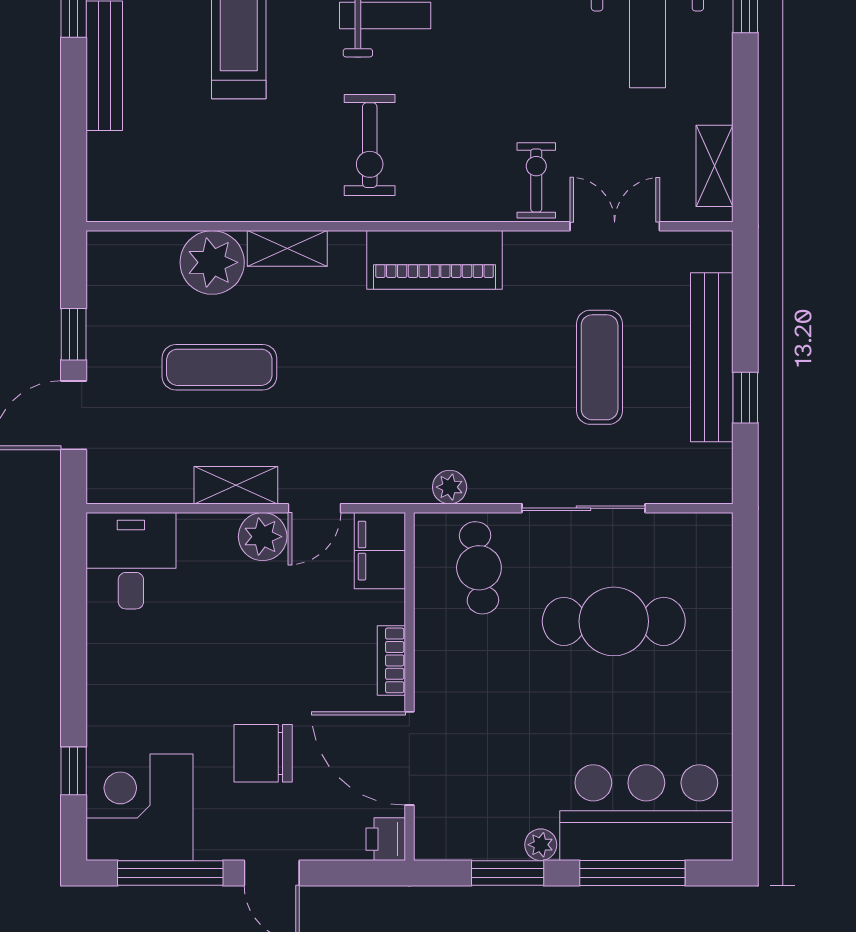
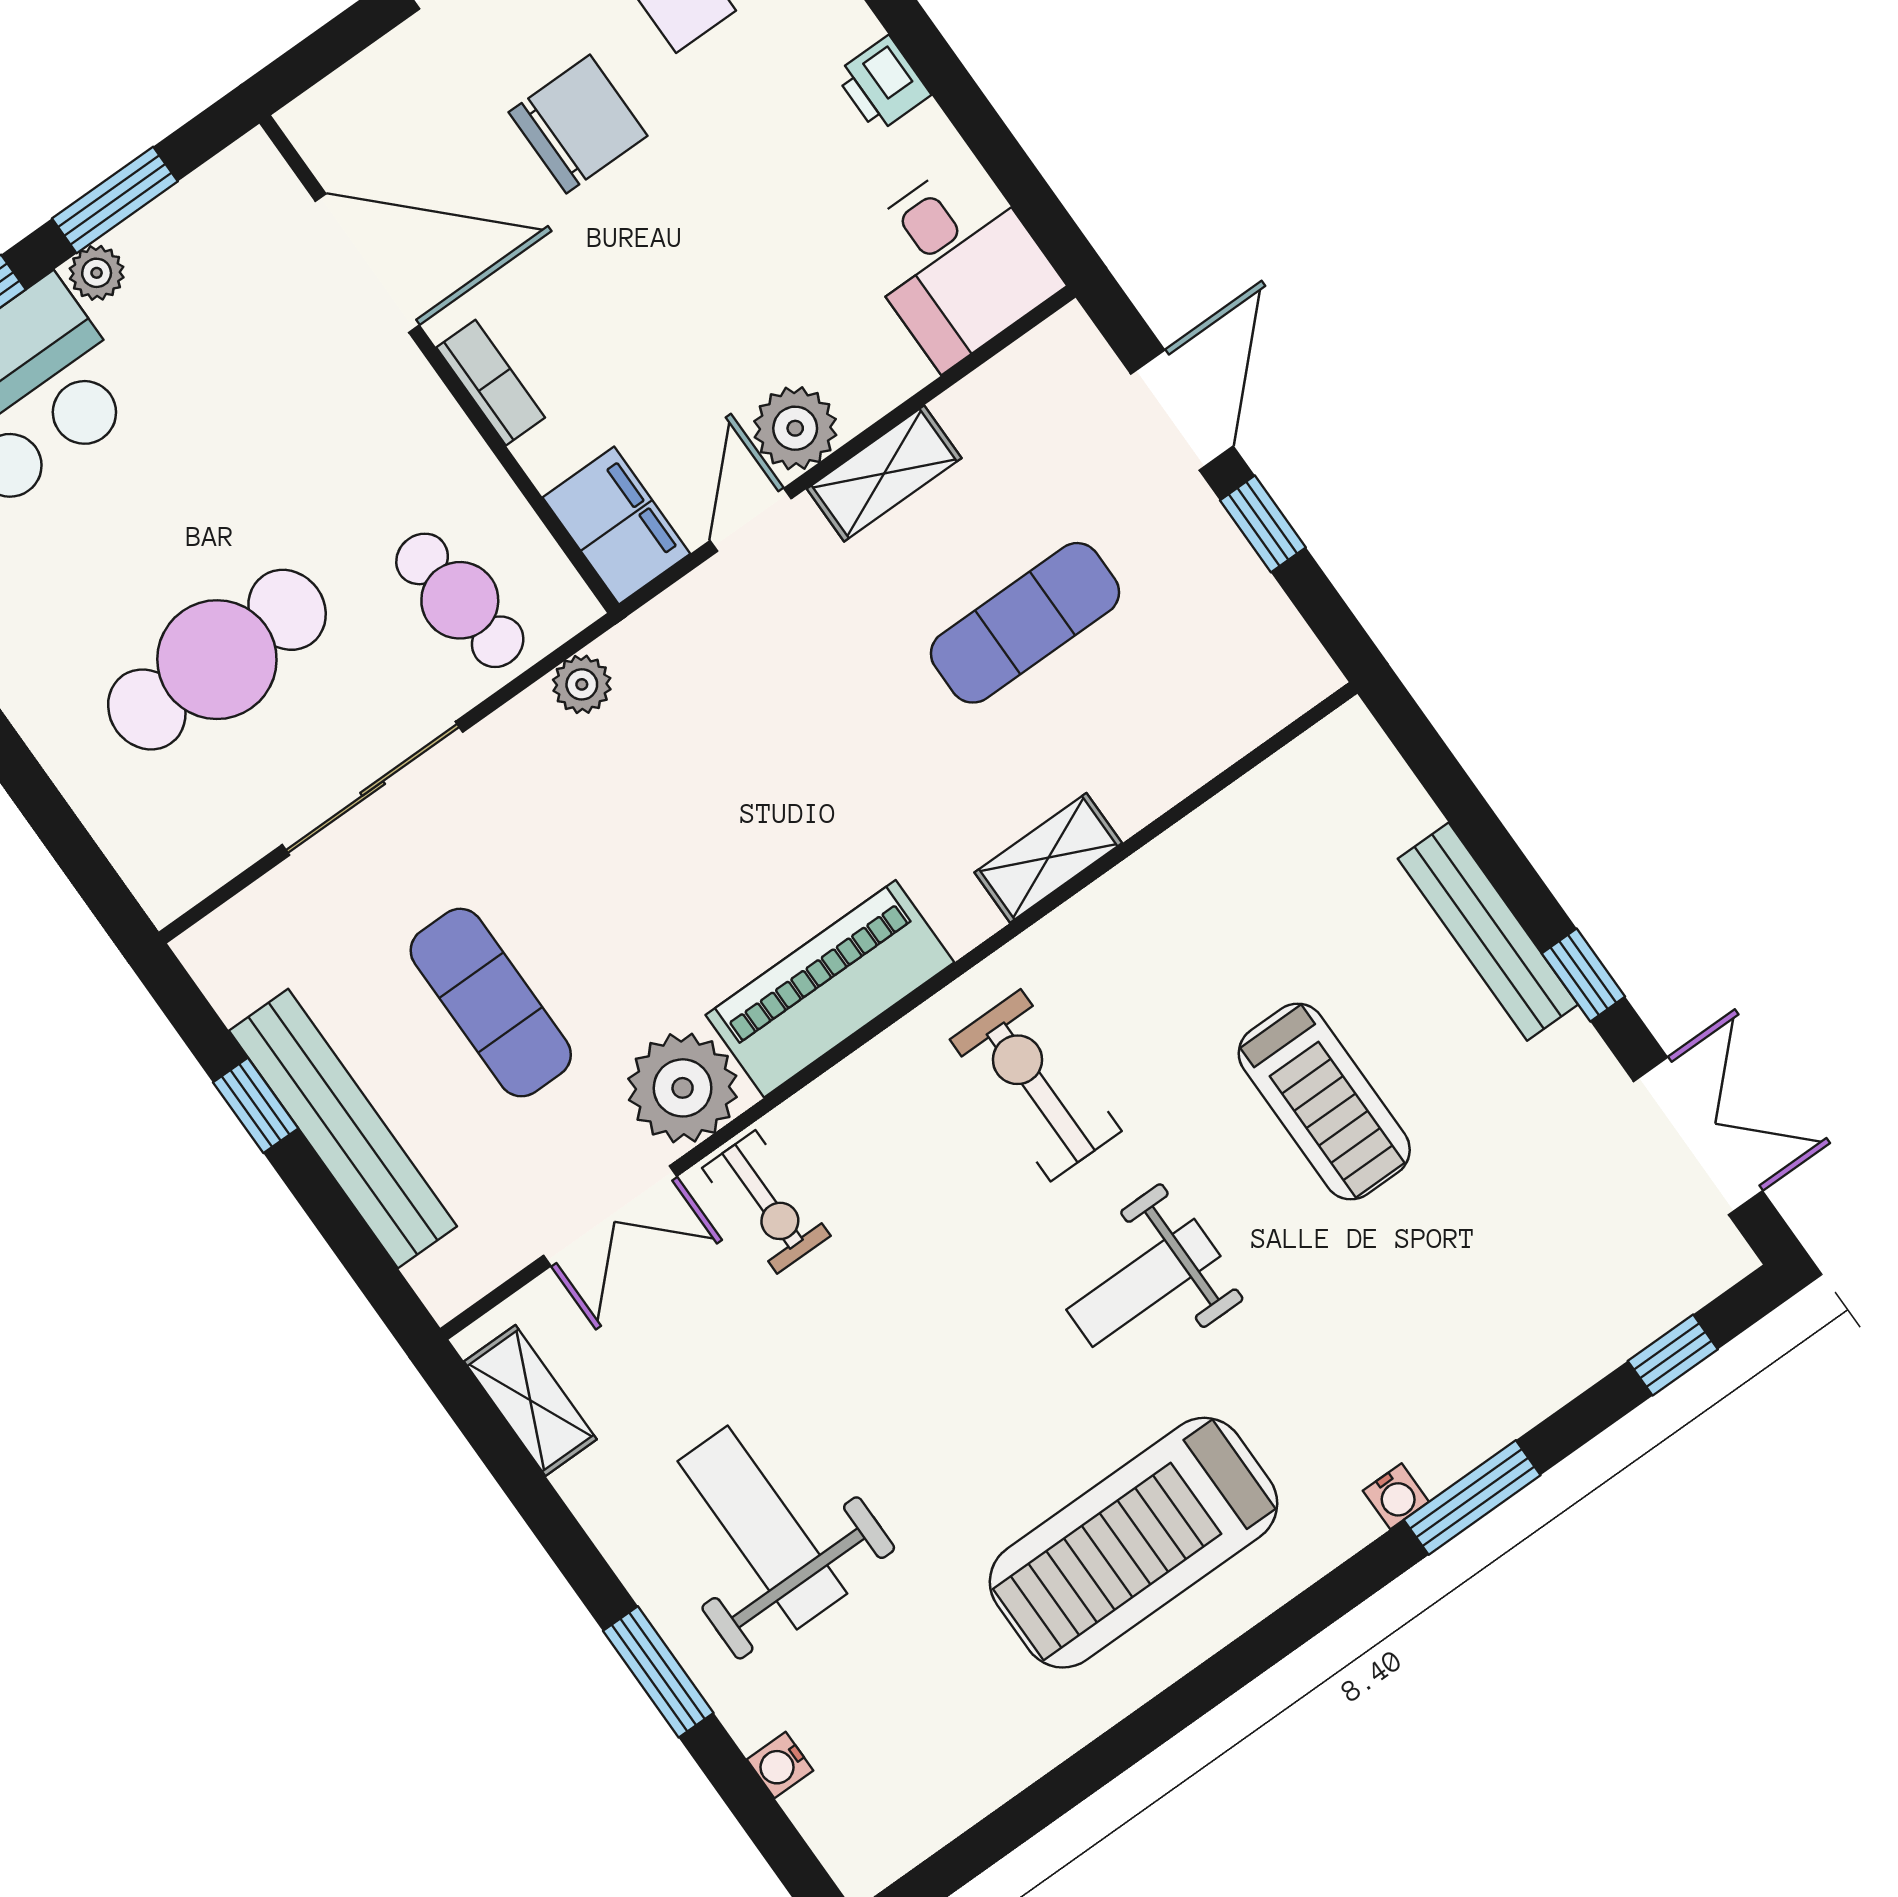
plant: (212, 262) -> (683, 1088), moved
printer: (386, 839) -> (883, 84), moved, turned 180

